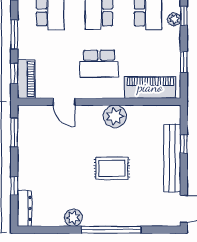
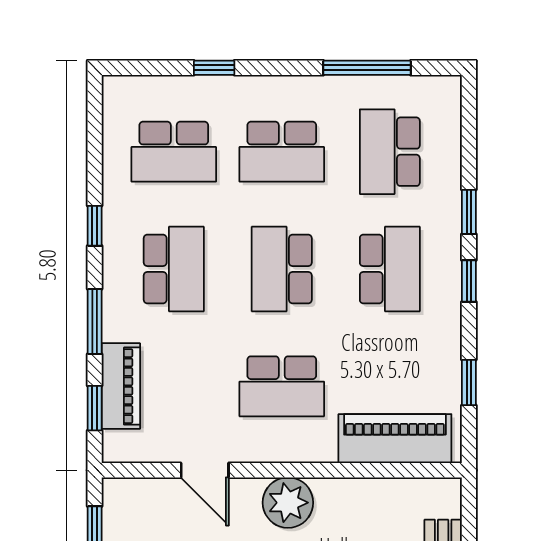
plant: (174, 19) -> (448, 289), removed
piano: (26, 79) -> (121, 386), moved
plant: (115, 116) -> (288, 503), moved

